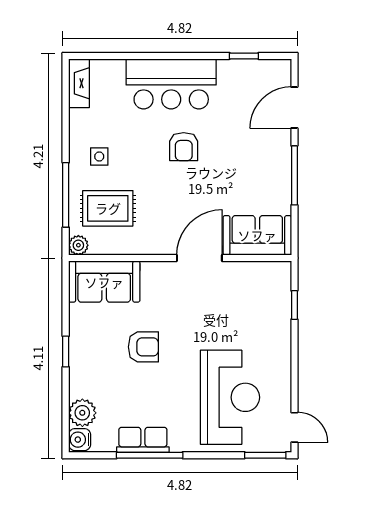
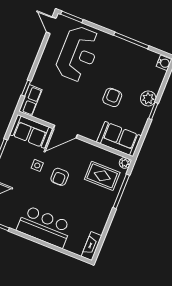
armchair: (184, 147) -> (60, 177), moved, turned 180
side table: (99, 156) -> (37, 165), moved
armchair: (143, 347) -> (112, 97), turned 90
reception desk: (230, 397) -> (78, 54), turned 180
plant: (82, 413) -> (148, 98), moved
row of seats: (143, 440) -> (30, 100), moved, turned -90

